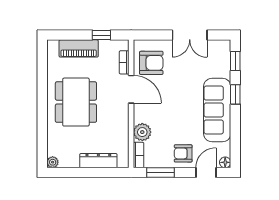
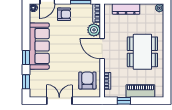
armchair: (151, 63) -> (87, 81), turned 90
door: (131, 89) -> (102, 49), moved

